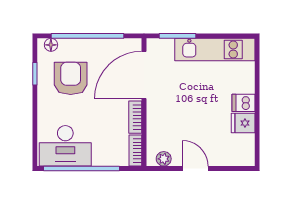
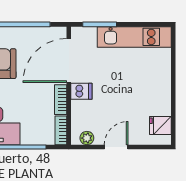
dishwasher: (243, 103) -> (81, 91), moved, turned 180
fridge: (243, 123) -> (160, 125), moved
door: (195, 168) -> (116, 147), hinge flipped

